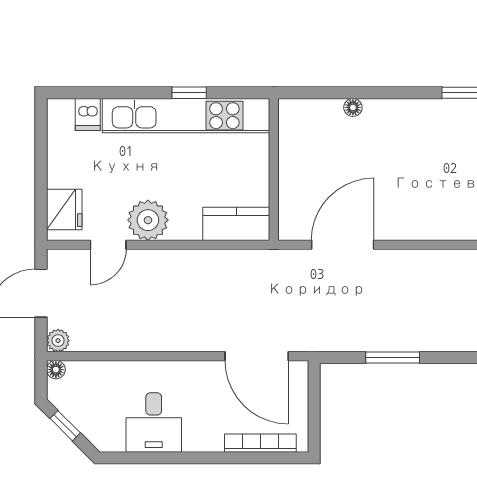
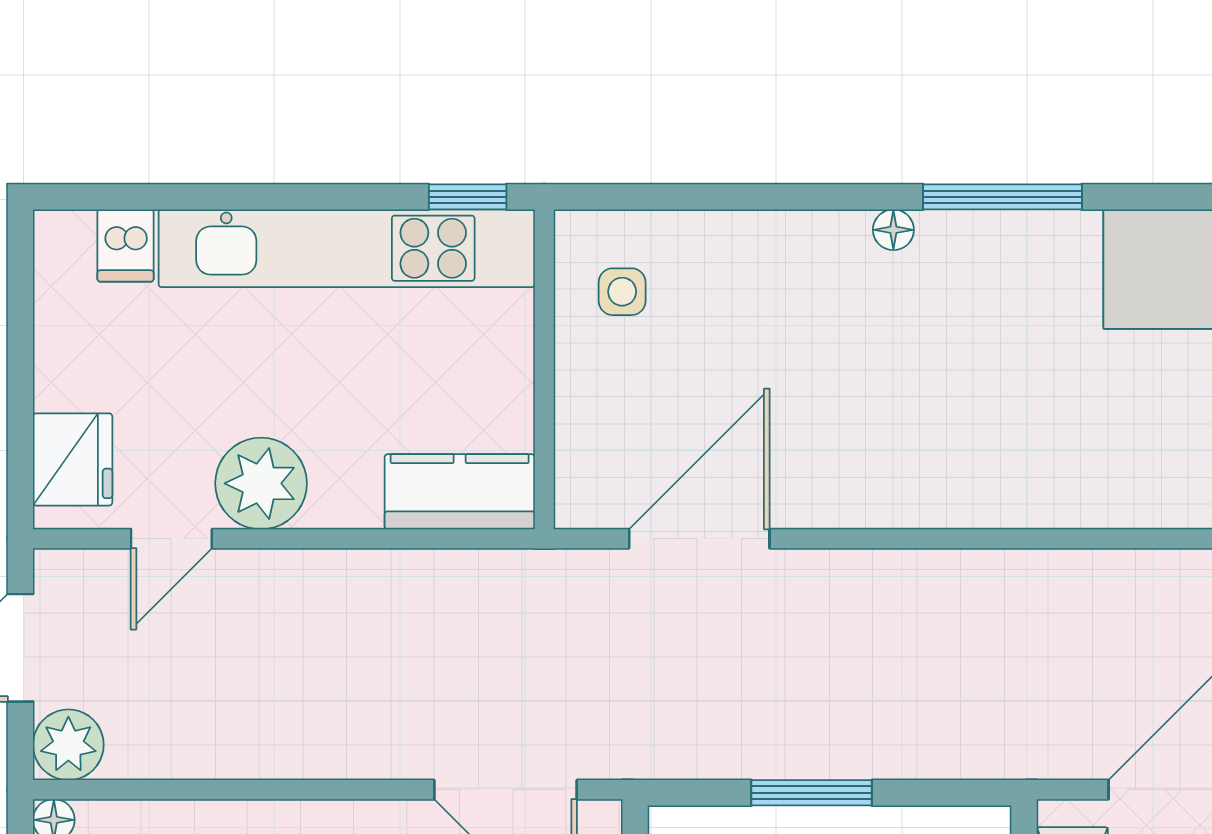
window: (189, 93) -> (468, 197), moved
floor lamp: (353, 107) -> (893, 230), moved
side table: (308, 135) -> (622, 292), added
plant: (58, 341) -> (68, 745), width x1.38, depth x1.38

